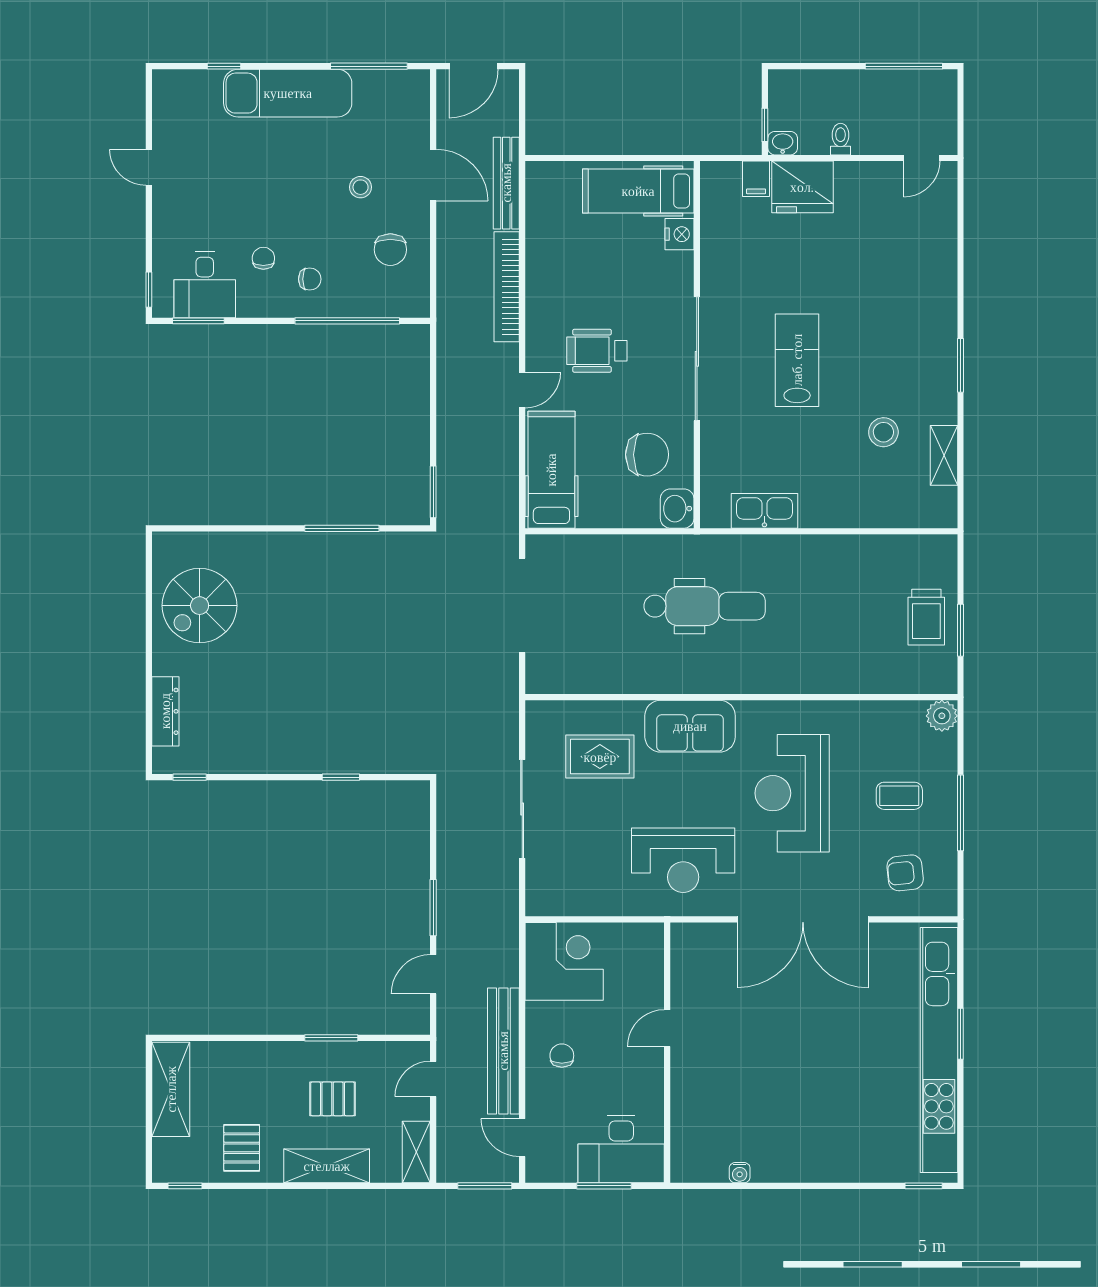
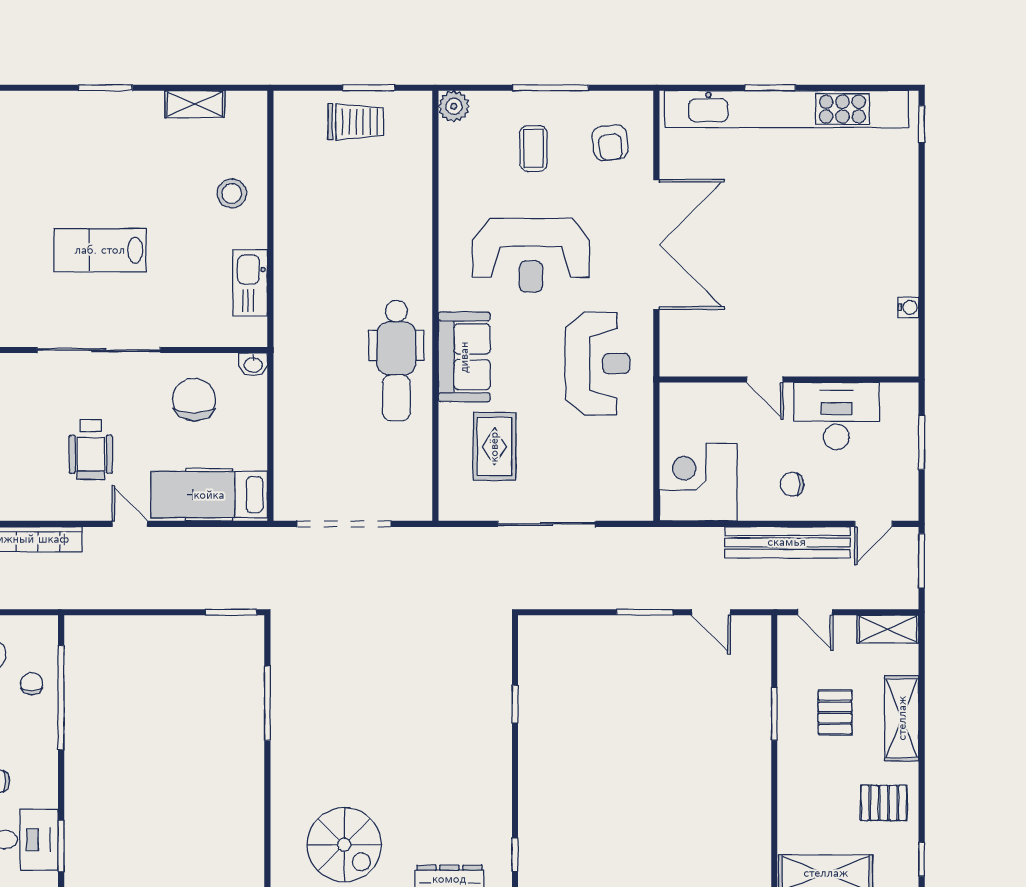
chair: (310, 279) -> (32, 684), moved
stool: (883, 432) -> (232, 193), moved
washbasin: (677, 509) -> (253, 364), width x0.72, depth x0.69
dental chair: (705, 606) -> (396, 360), moved, turned 180
desk: (621, 1149) -> (836, 416), moved, turned -90

